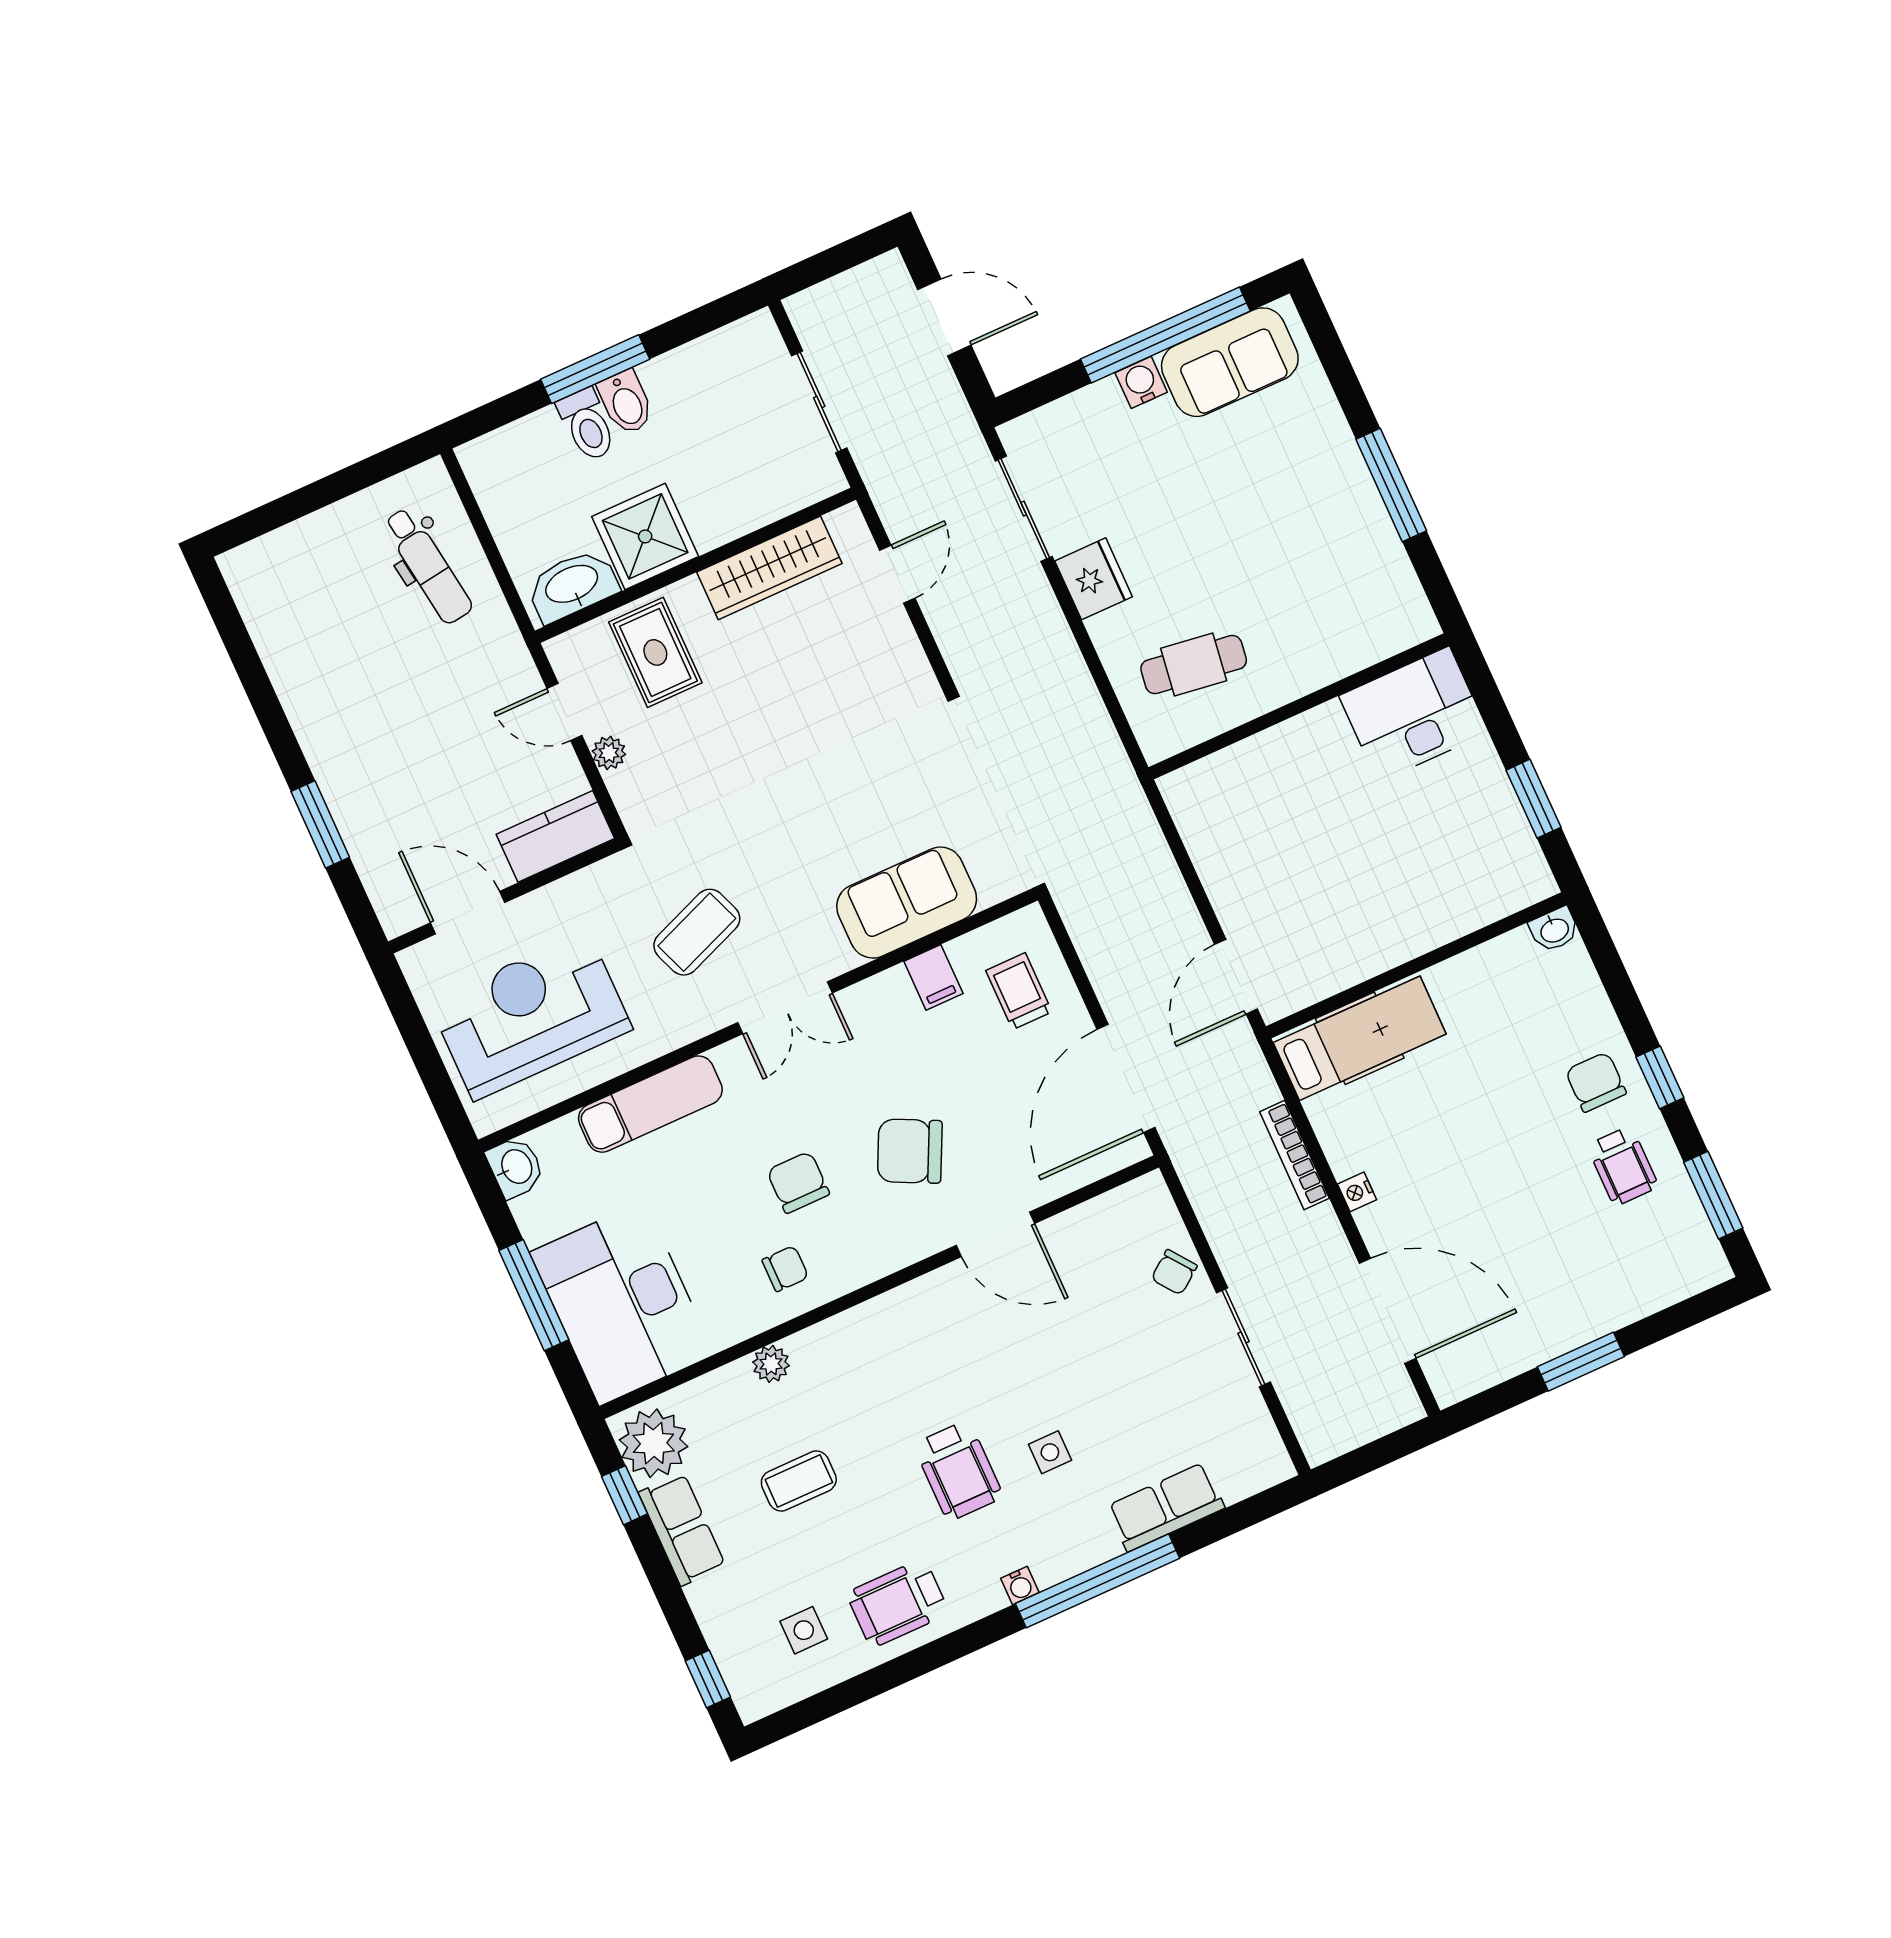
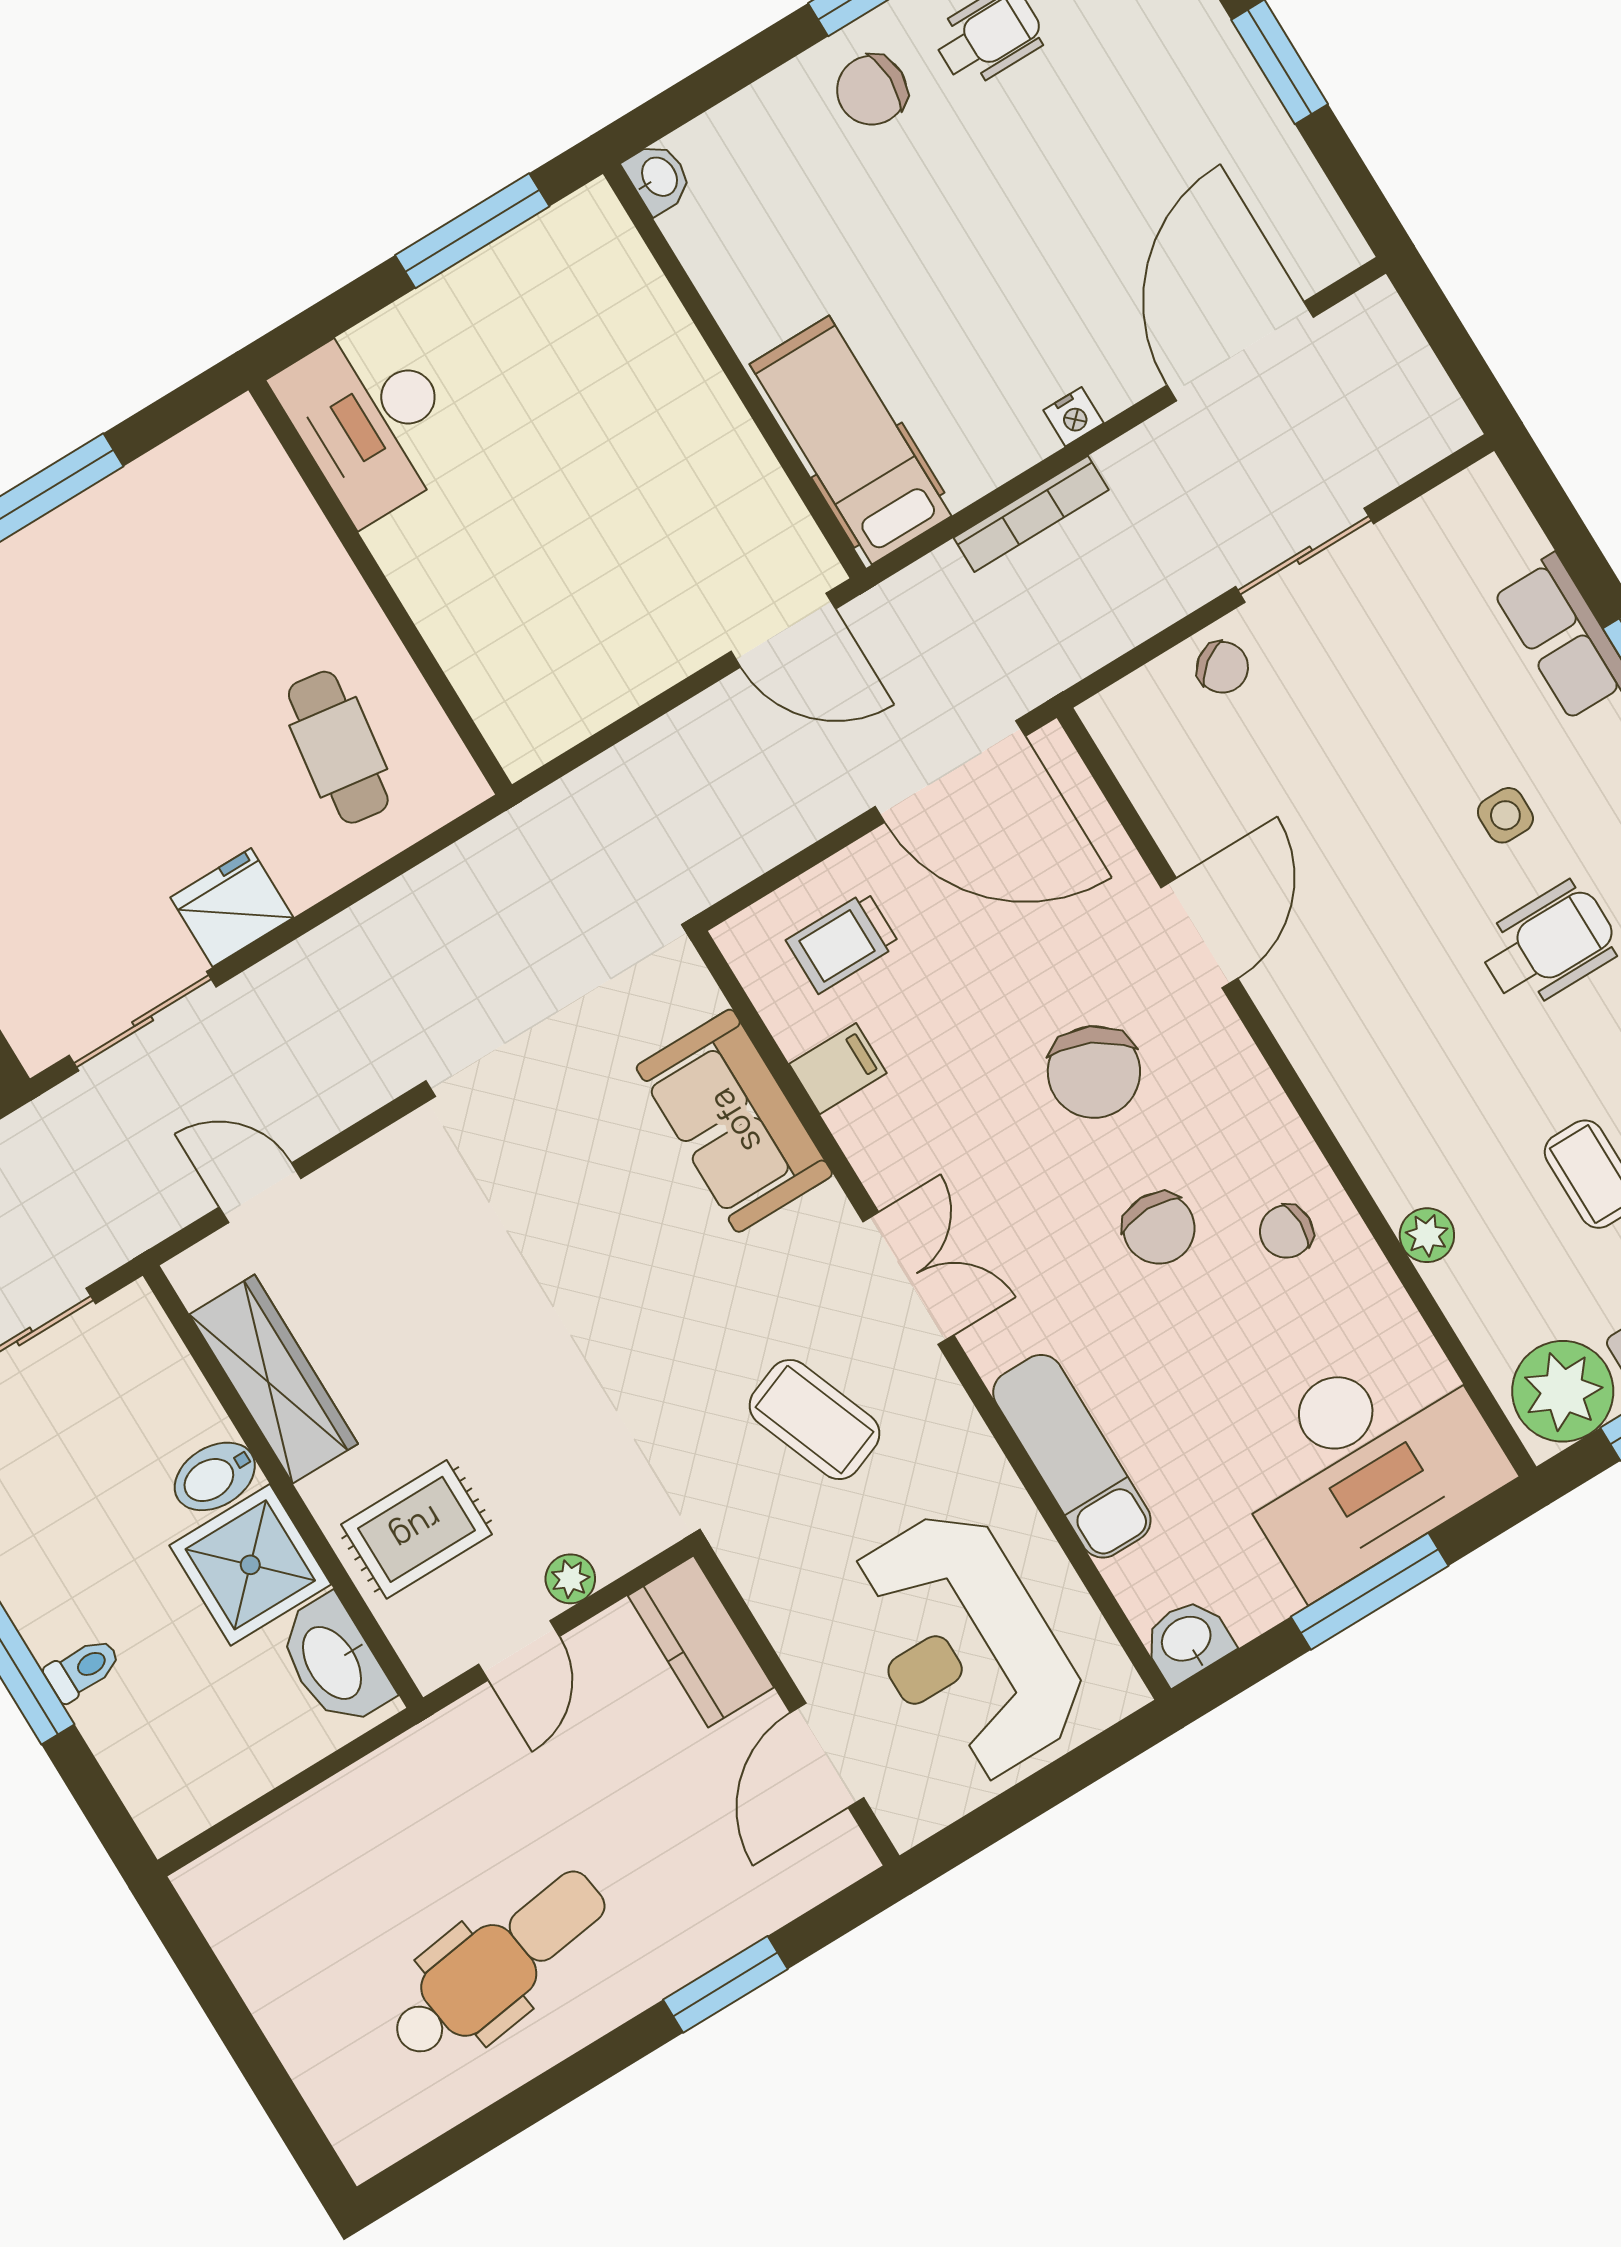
bidet: (626, 402) -> (215, 1476), moved, turned 180
toilet: (587, 425) -> (83, 1669), width x0.73, depth x0.72
dental chair: (428, 566) -> (498, 1965), moved, width x1.36, depth x1.38
window: (1533, 799) -> (472, 231), width x1.44
chair: (798, 1182) -> (1159, 1228), turned -90
chair: (785, 1269) -> (1286, 1231), turned -90

